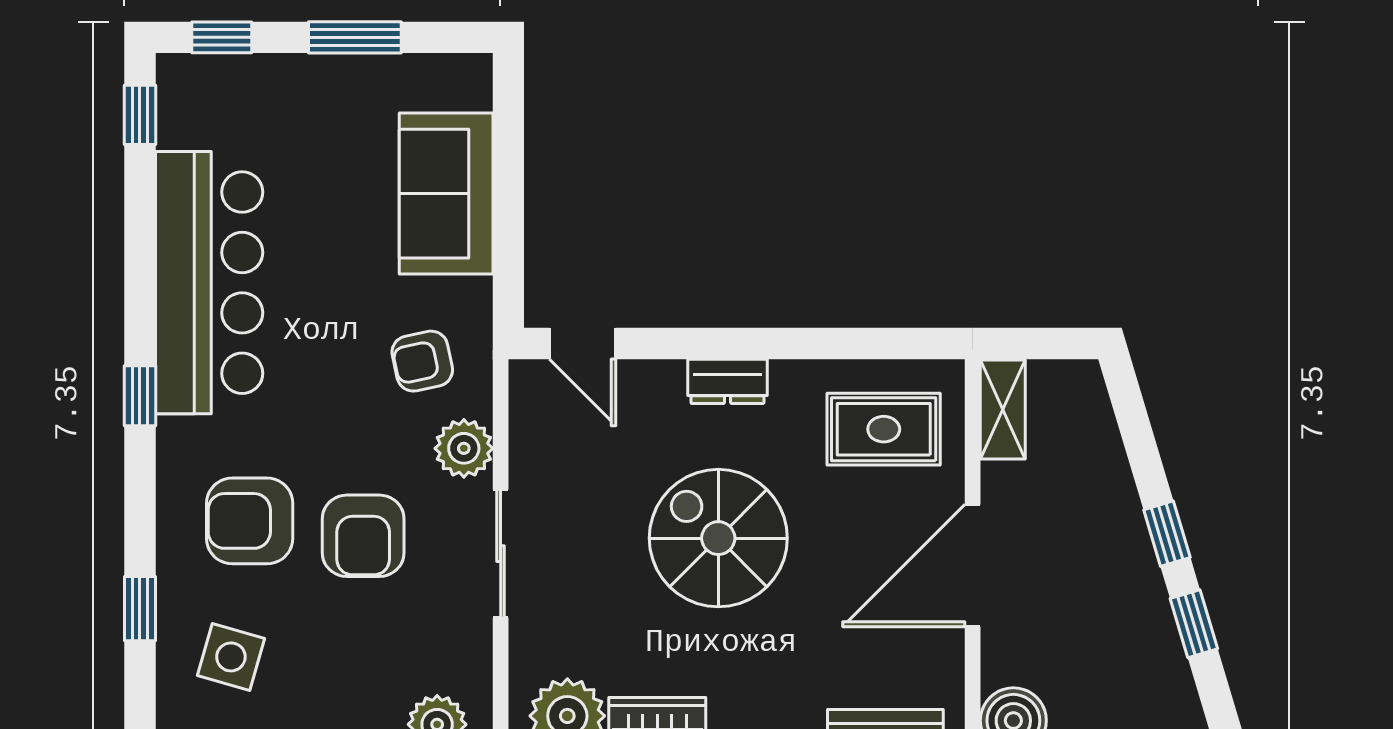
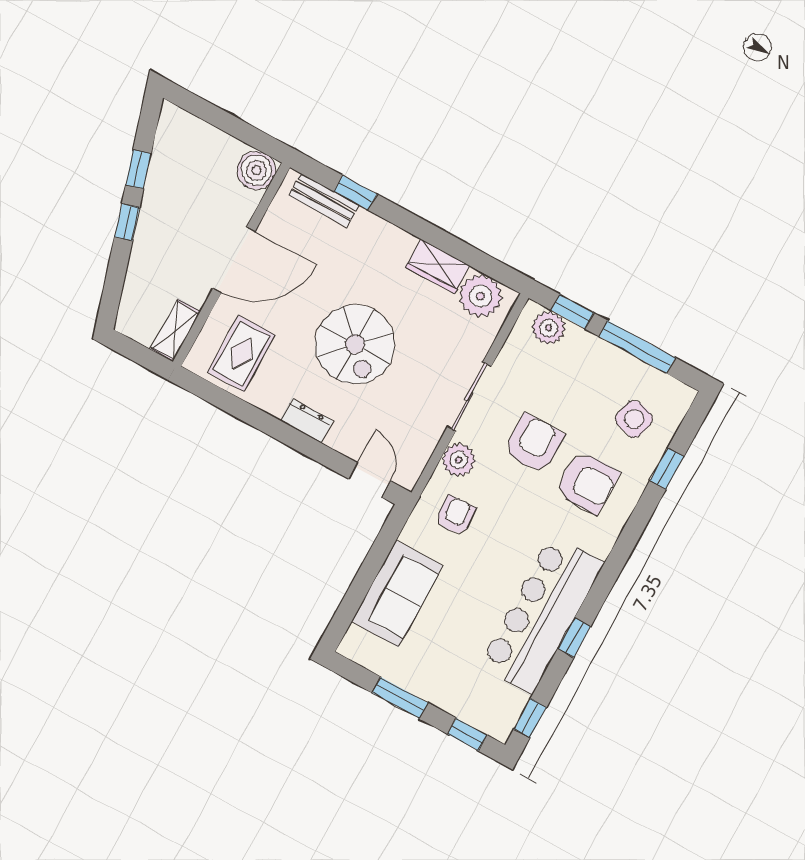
armchair: (422, 361) -> (456, 516), turned -81
window: (140, 396) -> (574, 638), moved
rug: (884, 429) -> (241, 353), turned 90

